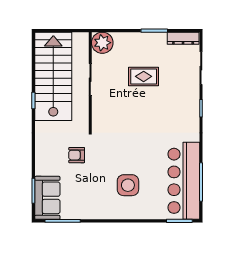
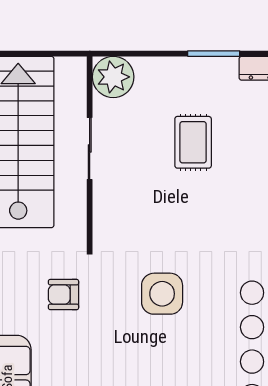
rug: (144, 76) -> (193, 142), turned 90
side table: (128, 185) -> (162, 294), moved

